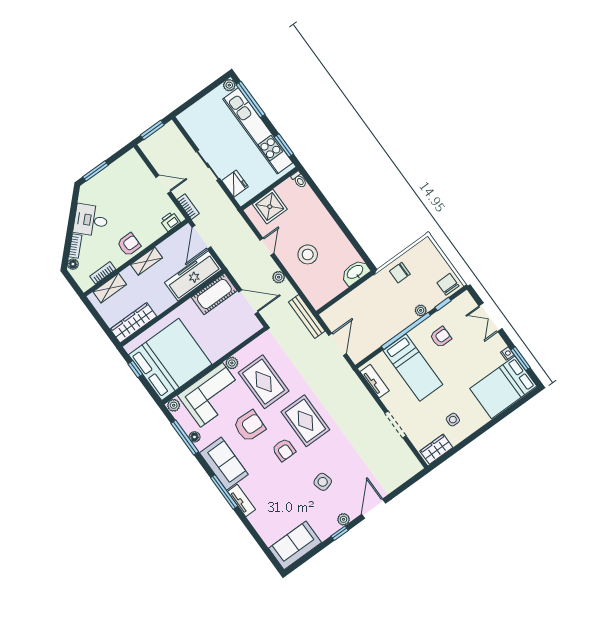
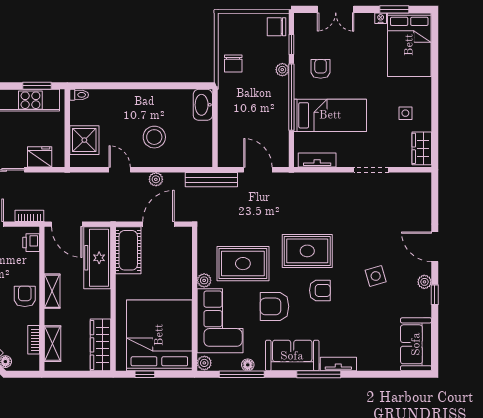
armchair: (249, 426) -> (274, 306), turned -92

